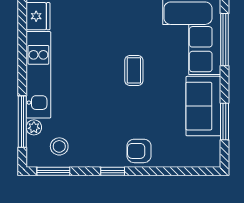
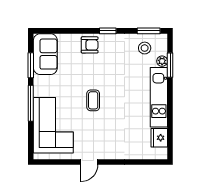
window: (224, 40) -> (31, 103), moved
sofa: (203, 106) -> (45, 54), moved
window: (22, 122) -> (170, 65), width x0.69

